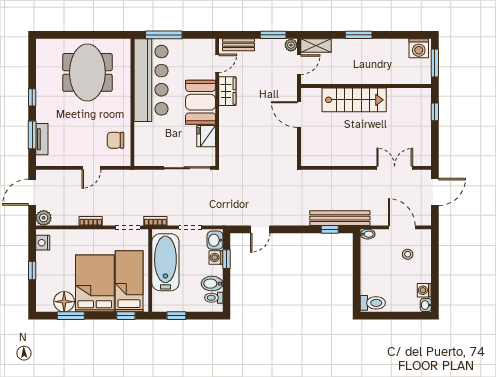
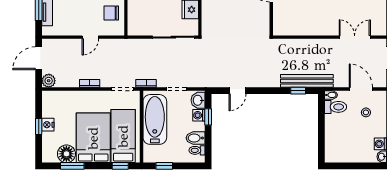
nightstand: (43, 243) -> (48, 125), moved
toilet: (373, 303) -> (336, 107), moved

